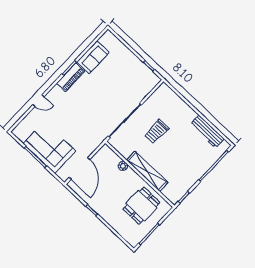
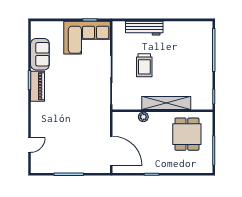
door: (39, 101) -> (30, 145), moved
workbench: (207, 132) -> (144, 28), moved
corner sofa: (49, 147) -> (87, 38), moved, turned 180

